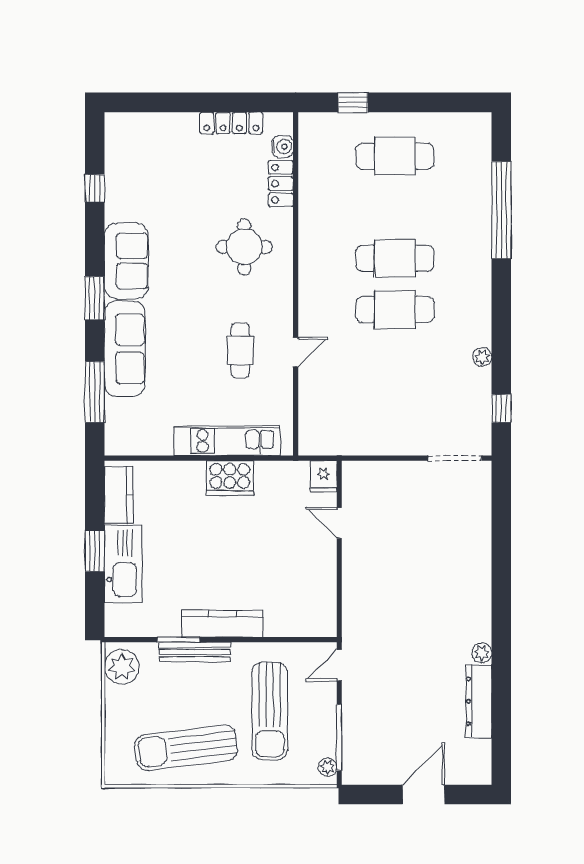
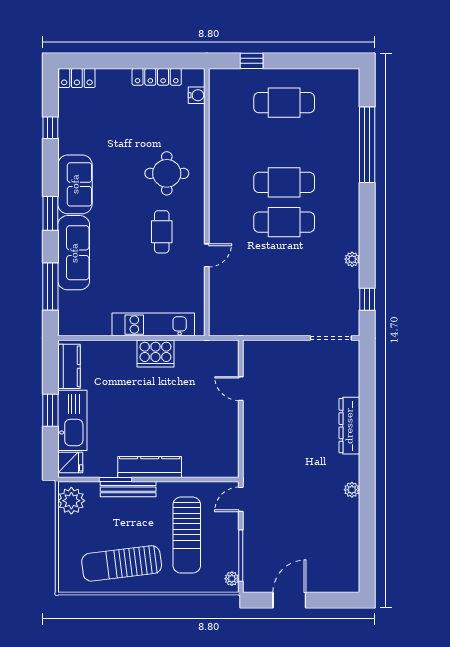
locker: (281, 184) -> (77, 78), moved, turned -90
cafe table: (240, 350) -> (162, 232), moved
fridge: (323, 476) -> (70, 462), moved, turned -90
dresser: (479, 701) -> (349, 426), moved
door: (424, 795) -> (289, 600), moved

